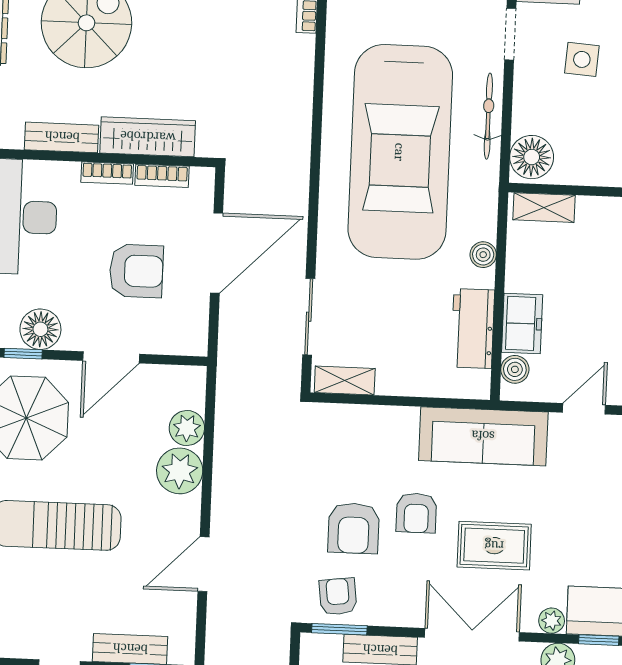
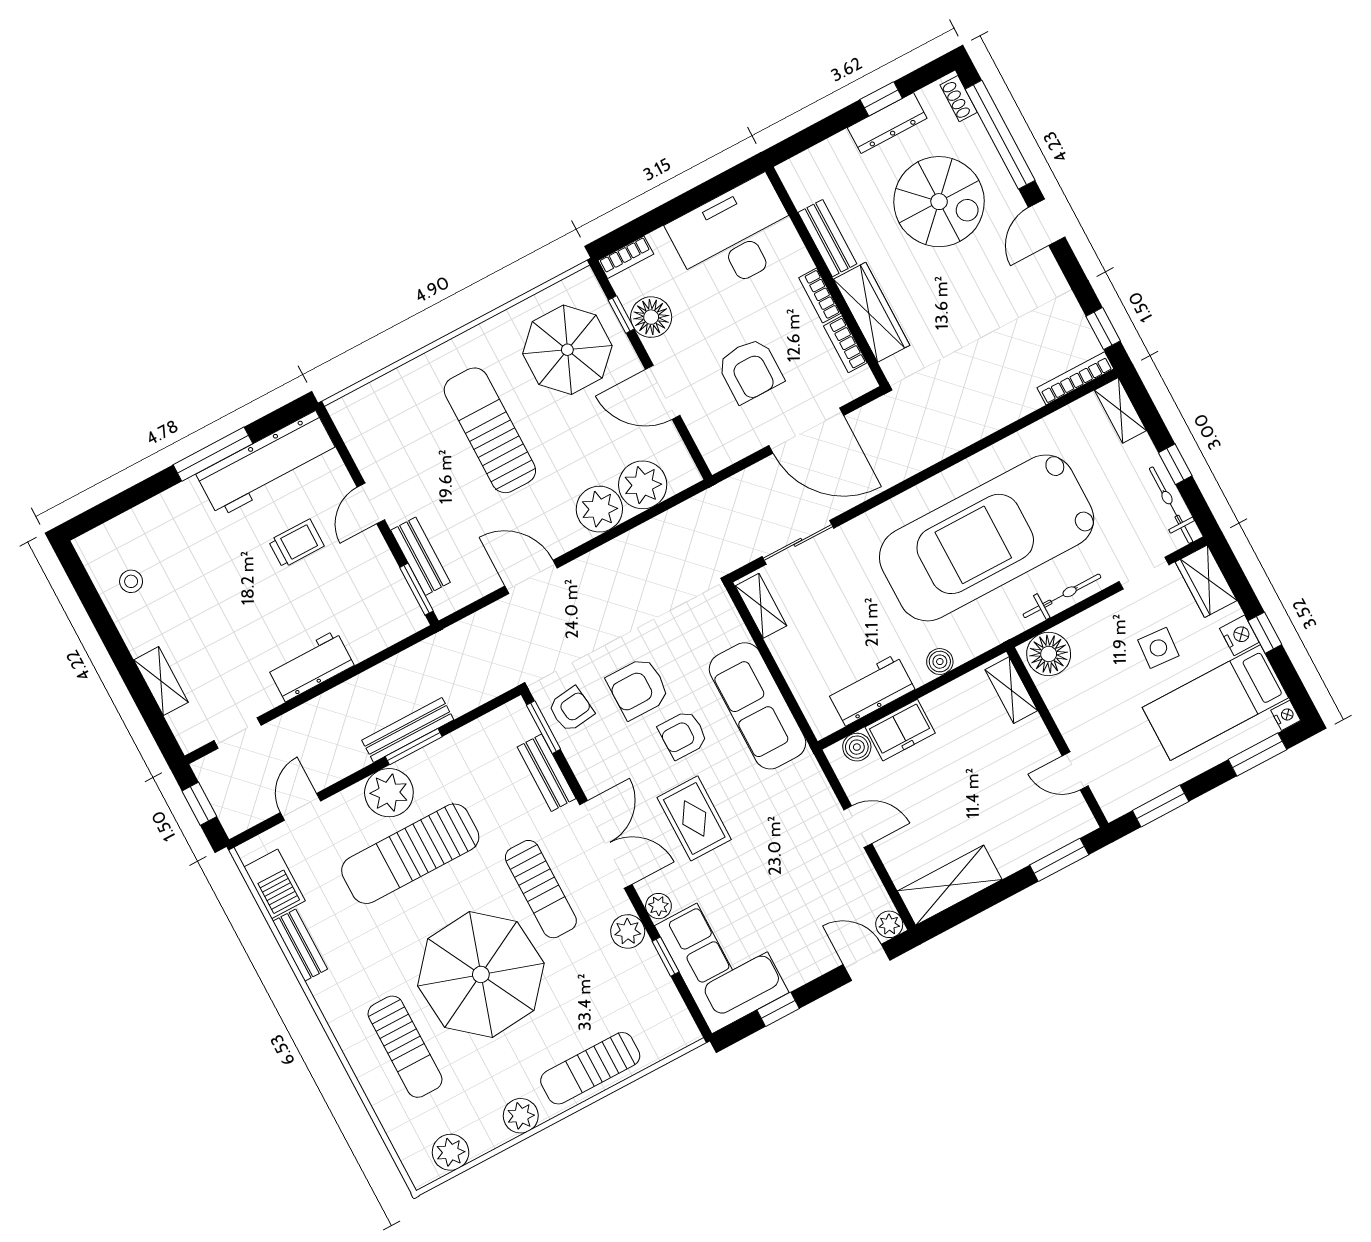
plant: (187, 428) -> (643, 485), width x1.36, depth x1.36
sofa: (483, 436) -> (758, 706), moved

